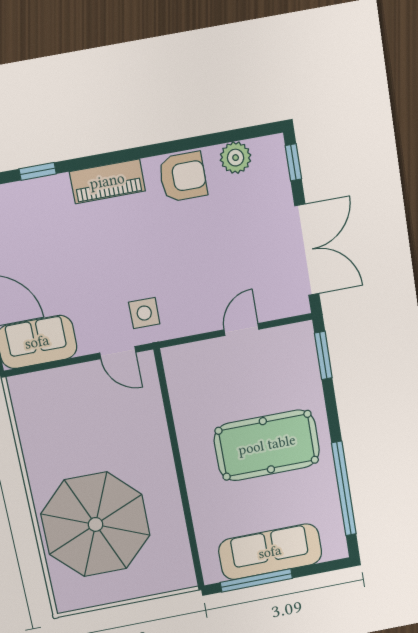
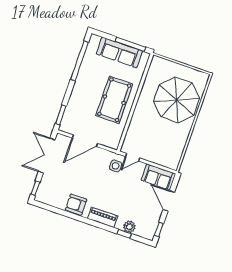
plant: (236, 158) -> (129, 227), moved
door: (241, 330) -> (85, 141), width x1.88
door: (118, 353) -> (133, 157), swing flipped
pool table: (267, 445) -> (114, 100), moved, turned 90

